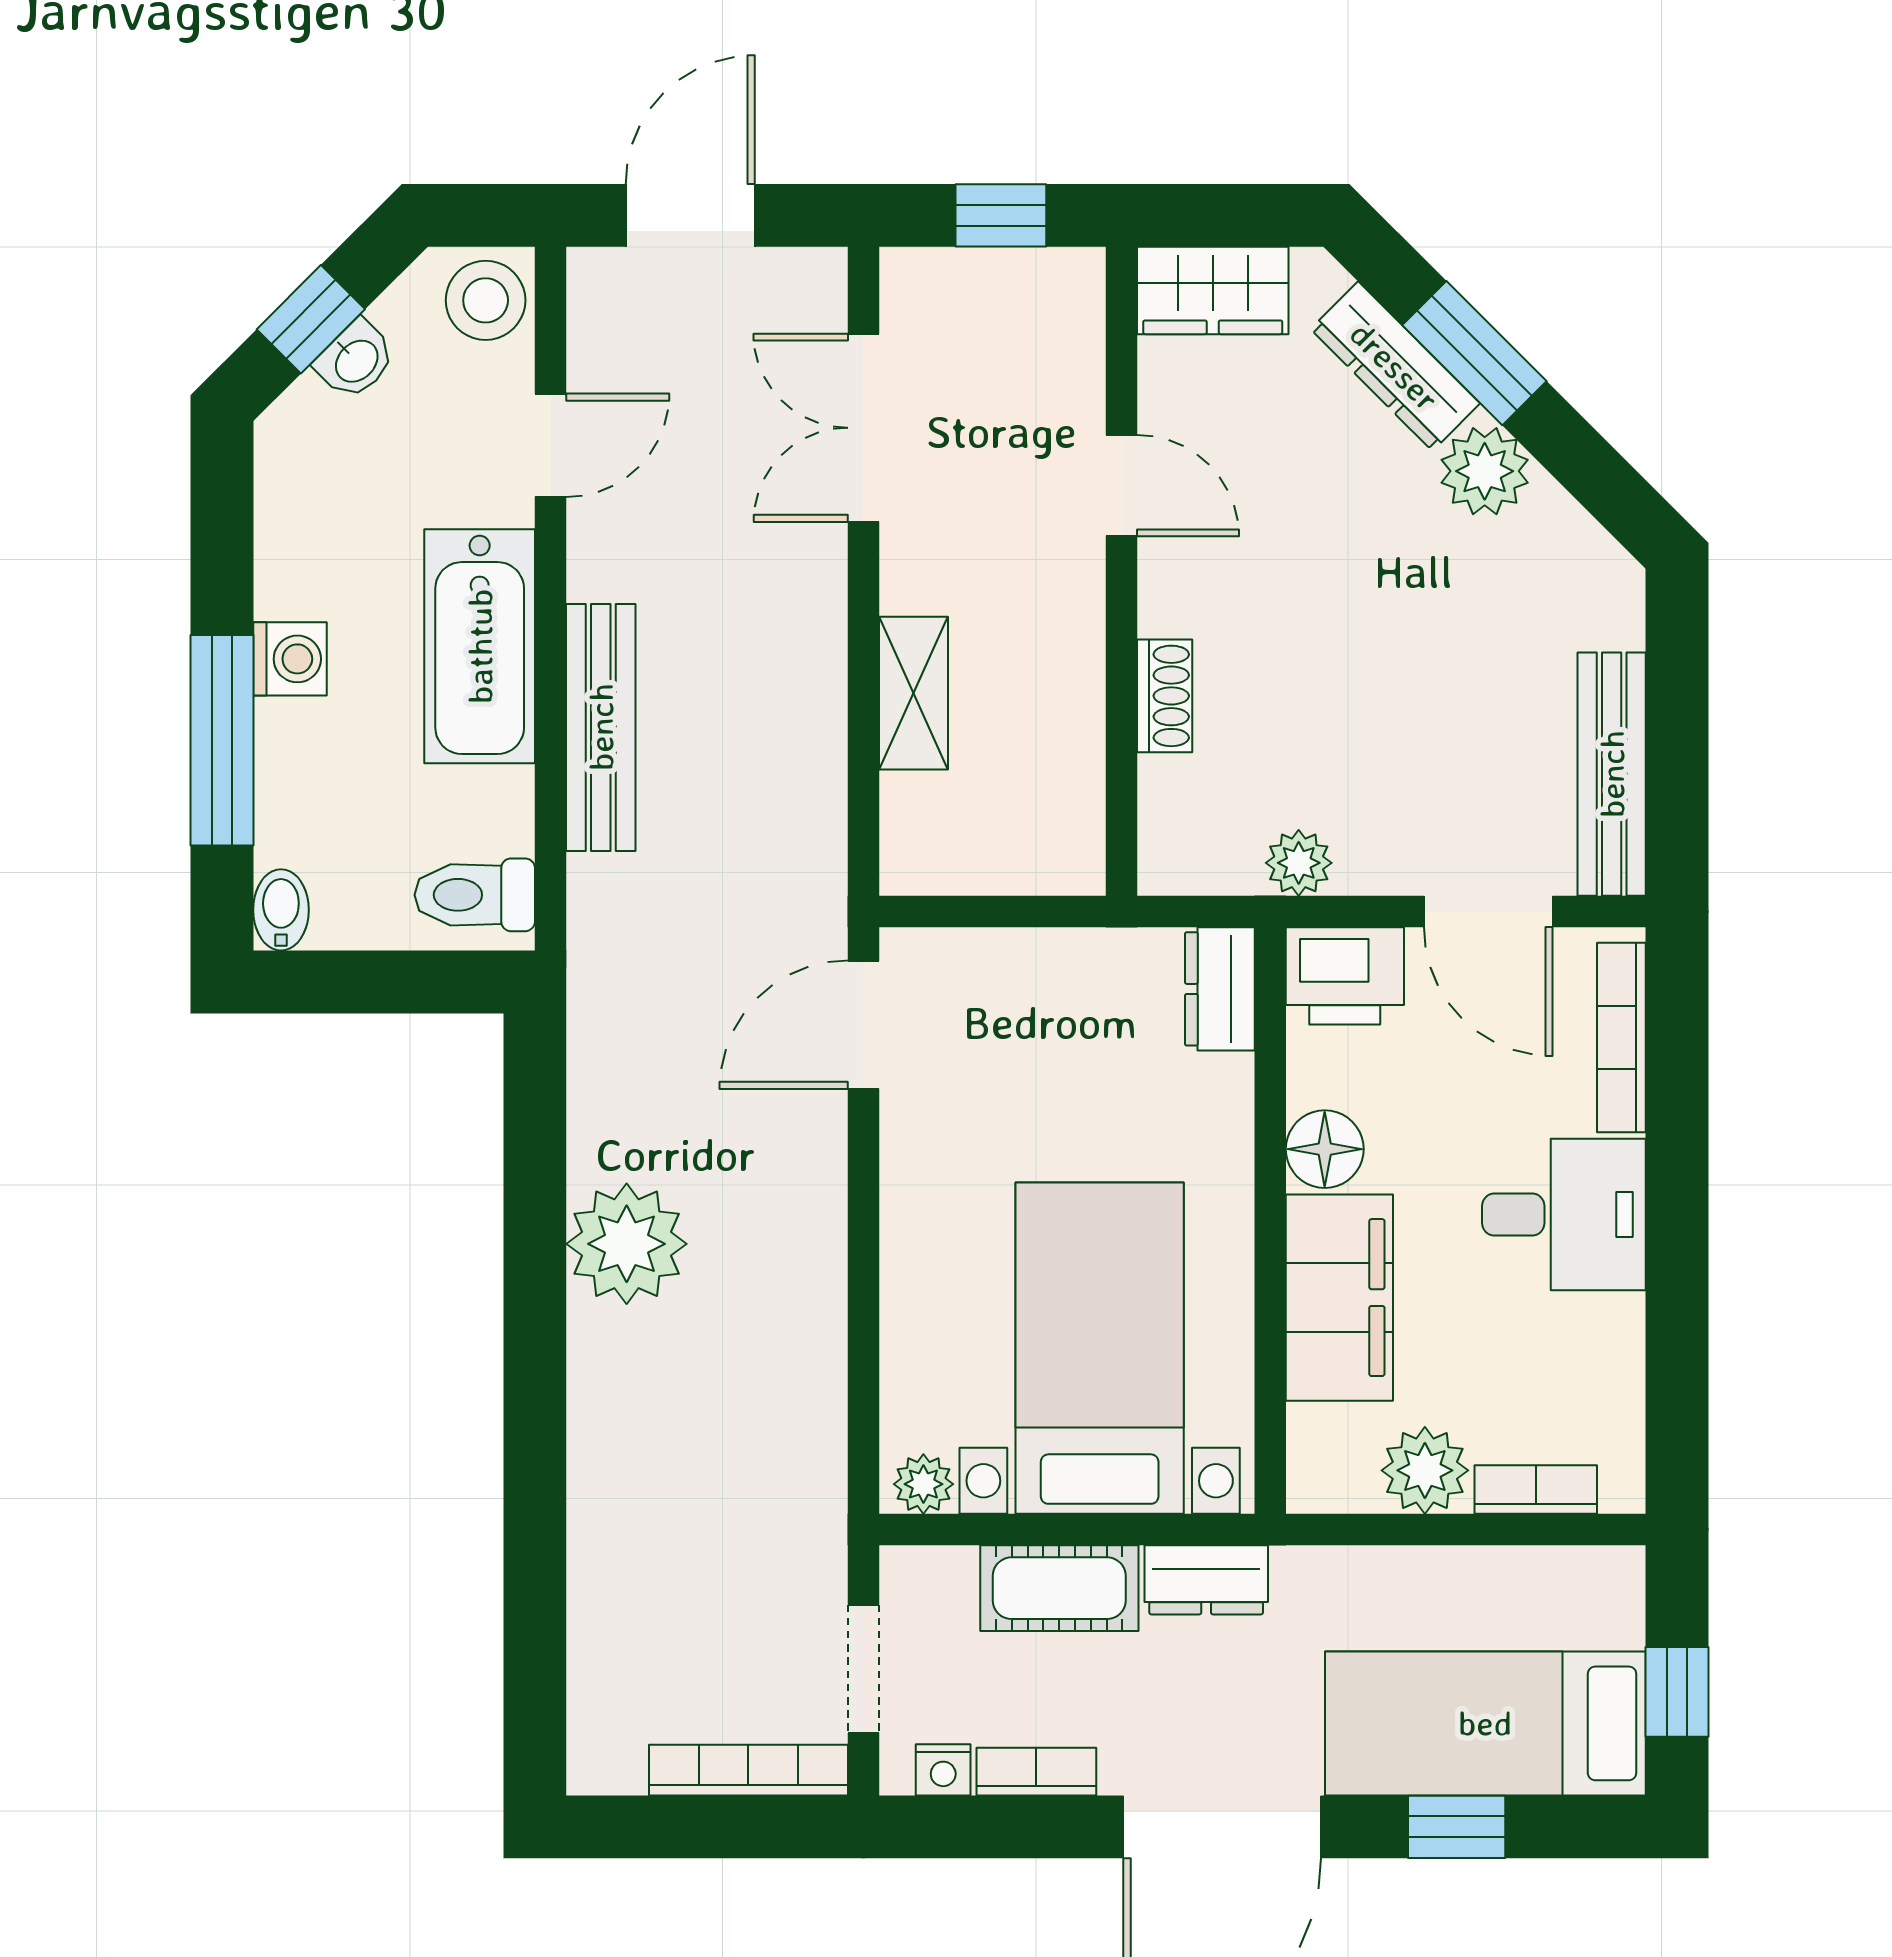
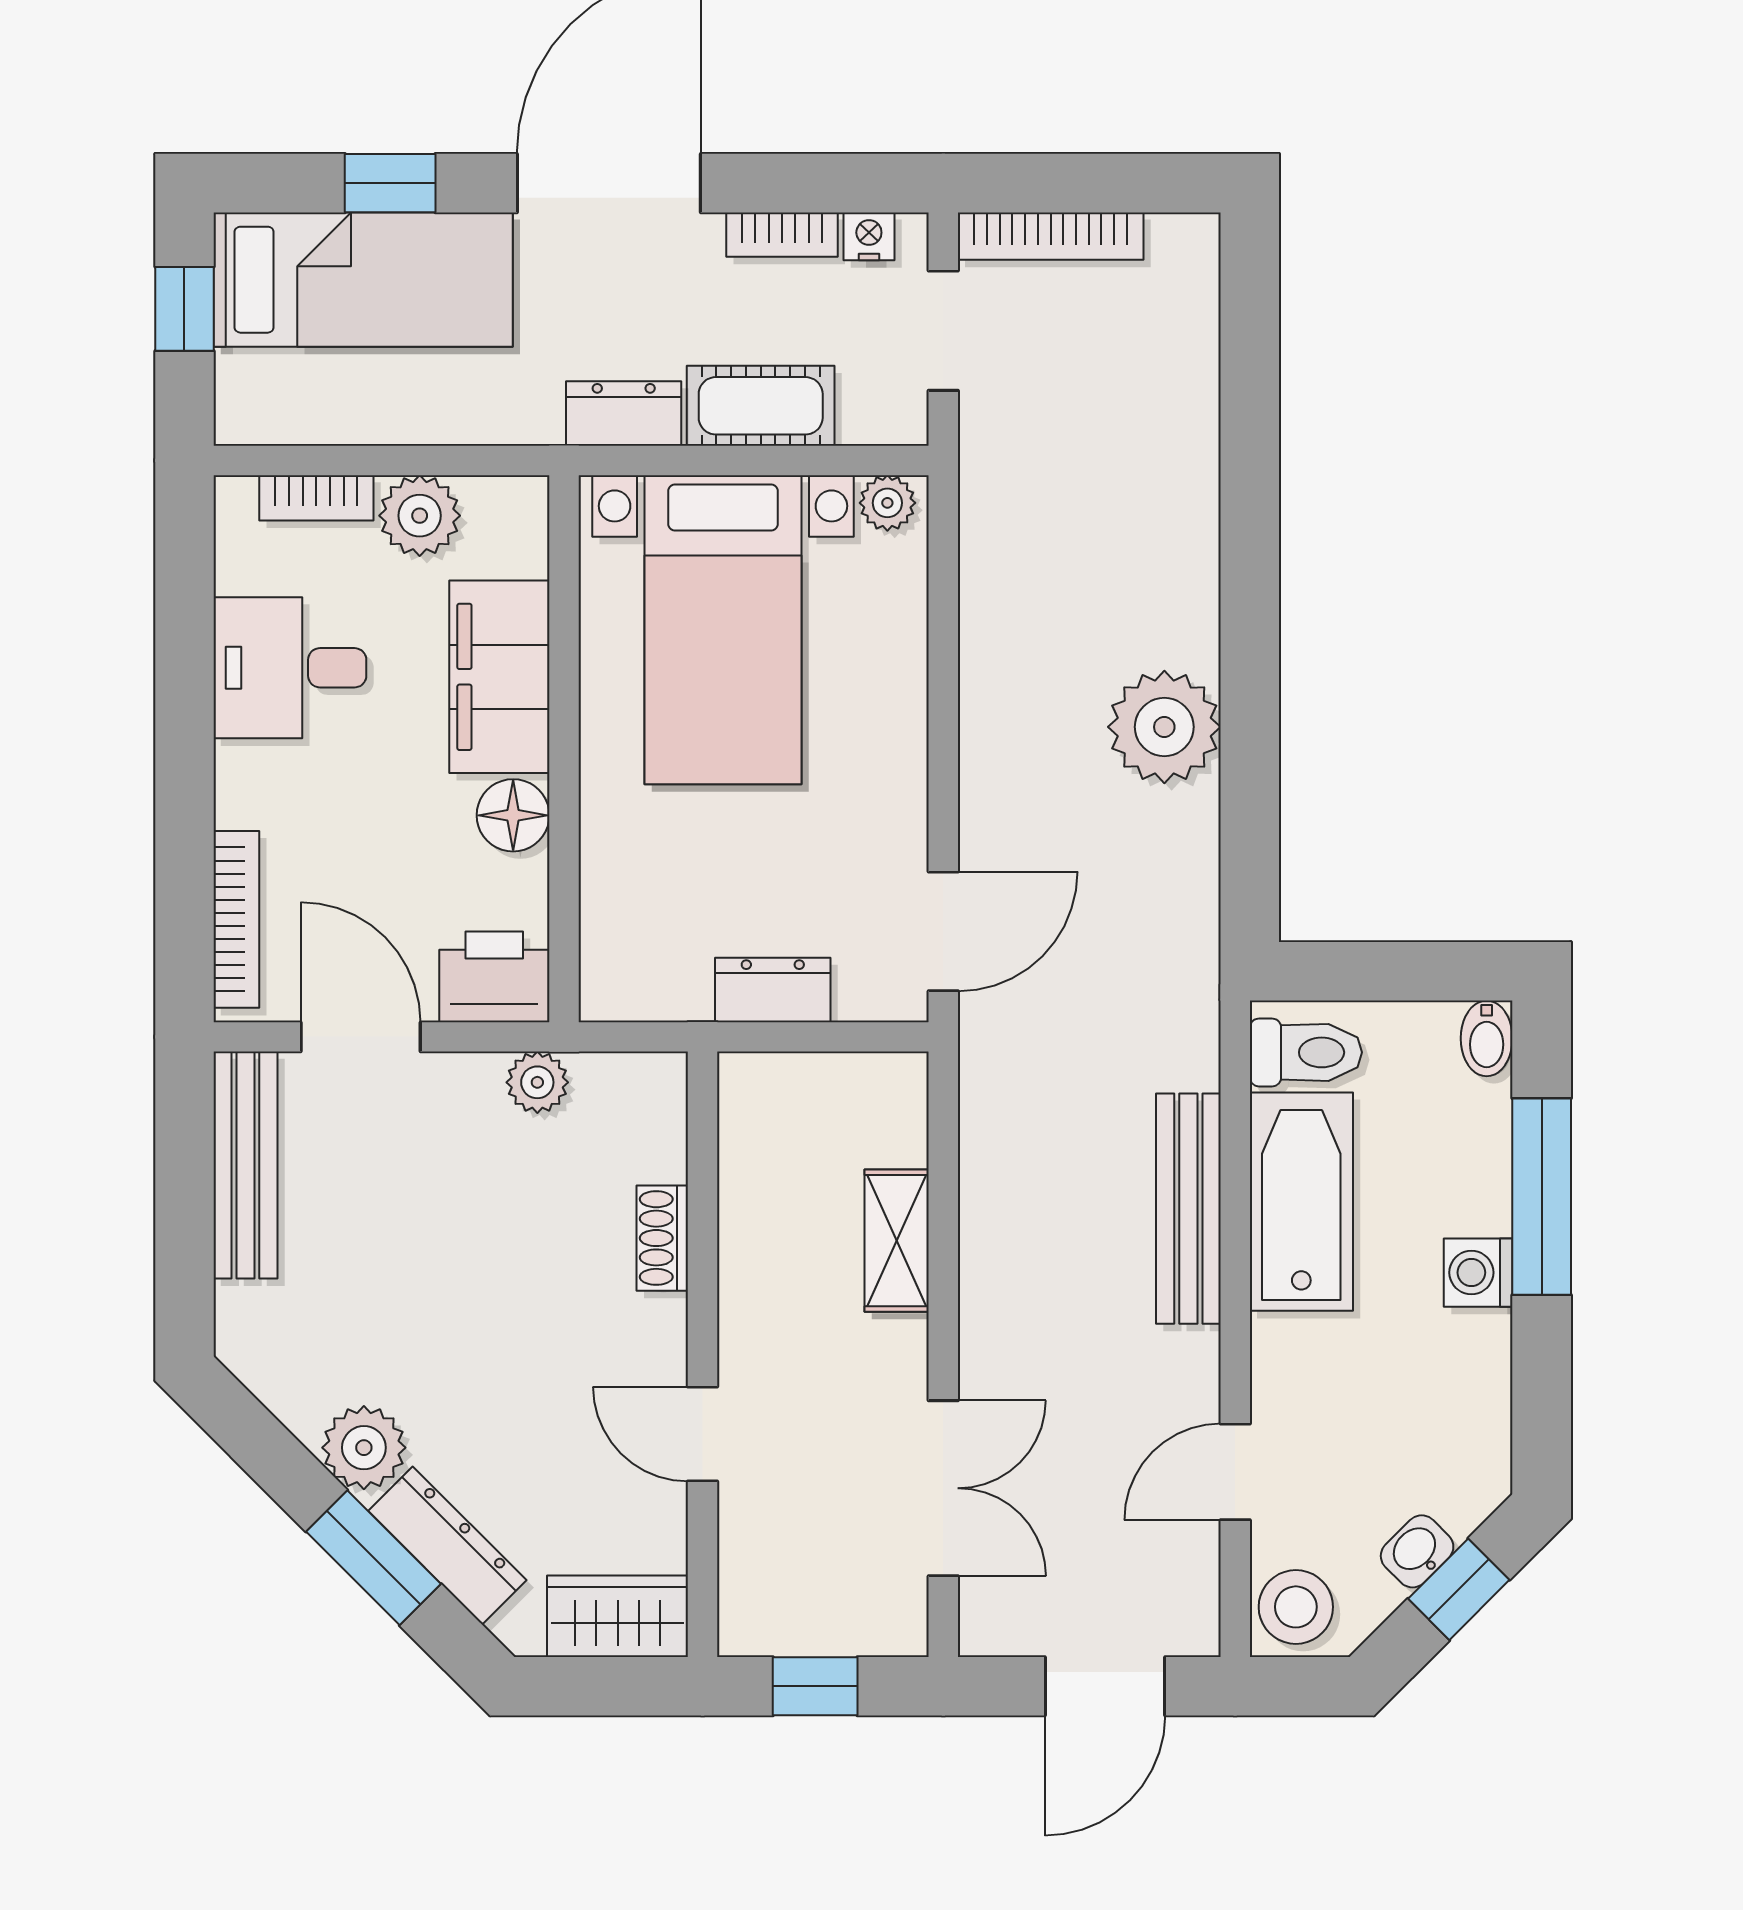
bathtub: (480, 646) -> (1301, 1202), moved
dresser: (1220, 989) -> (773, 990), moved, turned -90
desk: (1564, 1215) -> (290, 668), moved

